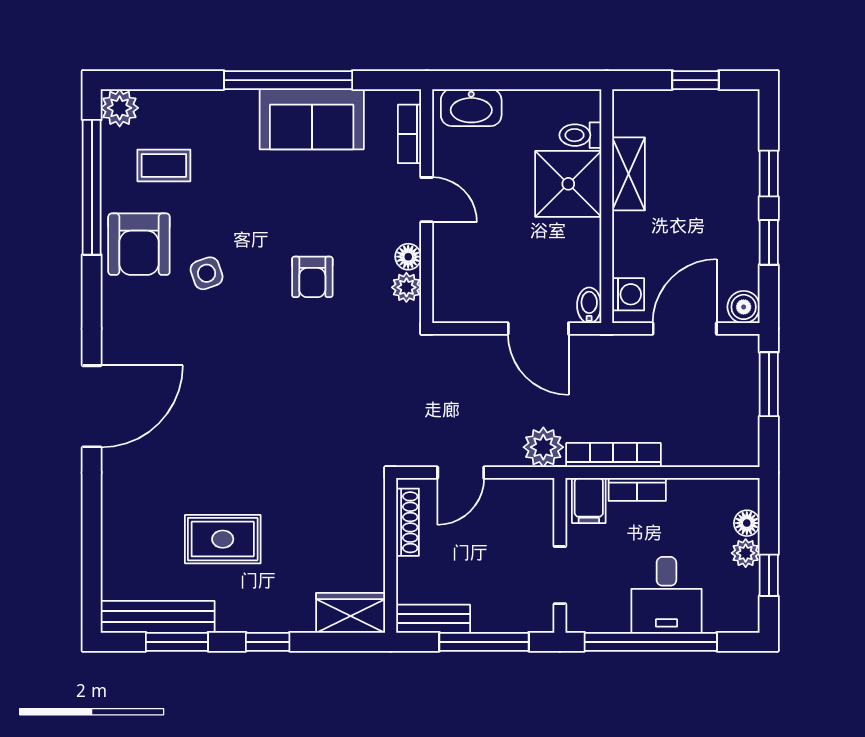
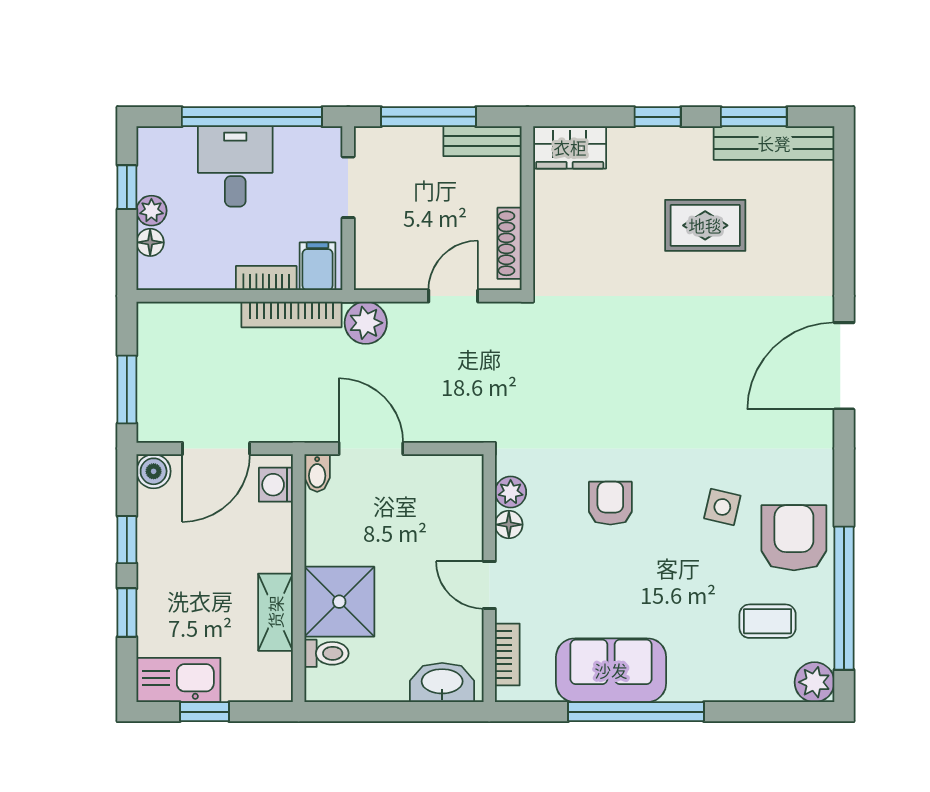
kitchen sink: (720, 110) -> (178, 680), added
side table: (207, 273) -> (722, 507), turned 32

